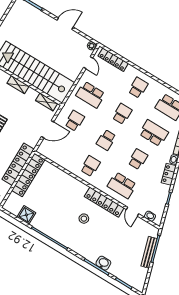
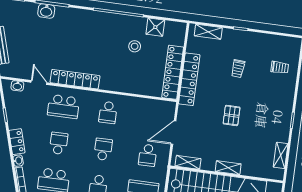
school desk: (138, 159) -> (59, 143), turned 180
school desk: (122, 185) -> (63, 106), turned 180
stool: (84, 219) -> (135, 46), moved

